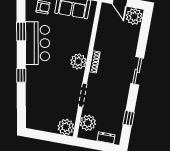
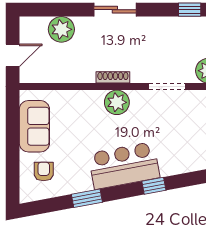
plant: (134, 16) -> (61, 29), moved
bar counter: (37, 43) -> (124, 166), moved

